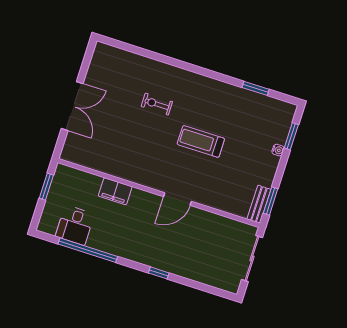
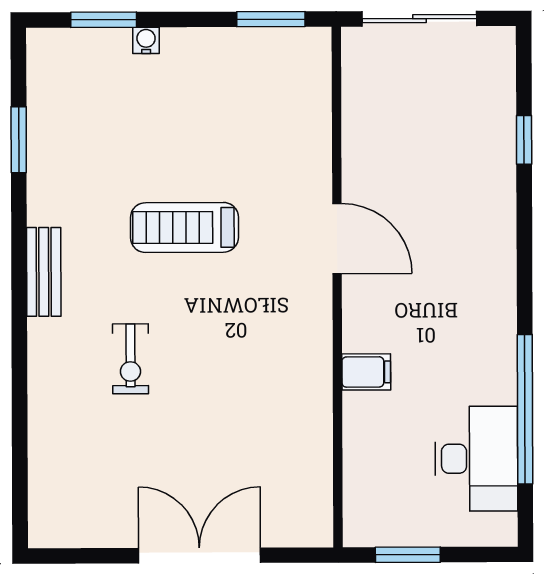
treadmill: (201, 141) -> (184, 227), turned 90
filing cabinet: (115, 191) -> (366, 372), width x0.50
bench: (259, 204) -> (44, 272), moved, turned 90
desk: (75, 225) -> (476, 459), width x1.37
window: (159, 273) -> (524, 140), moved

